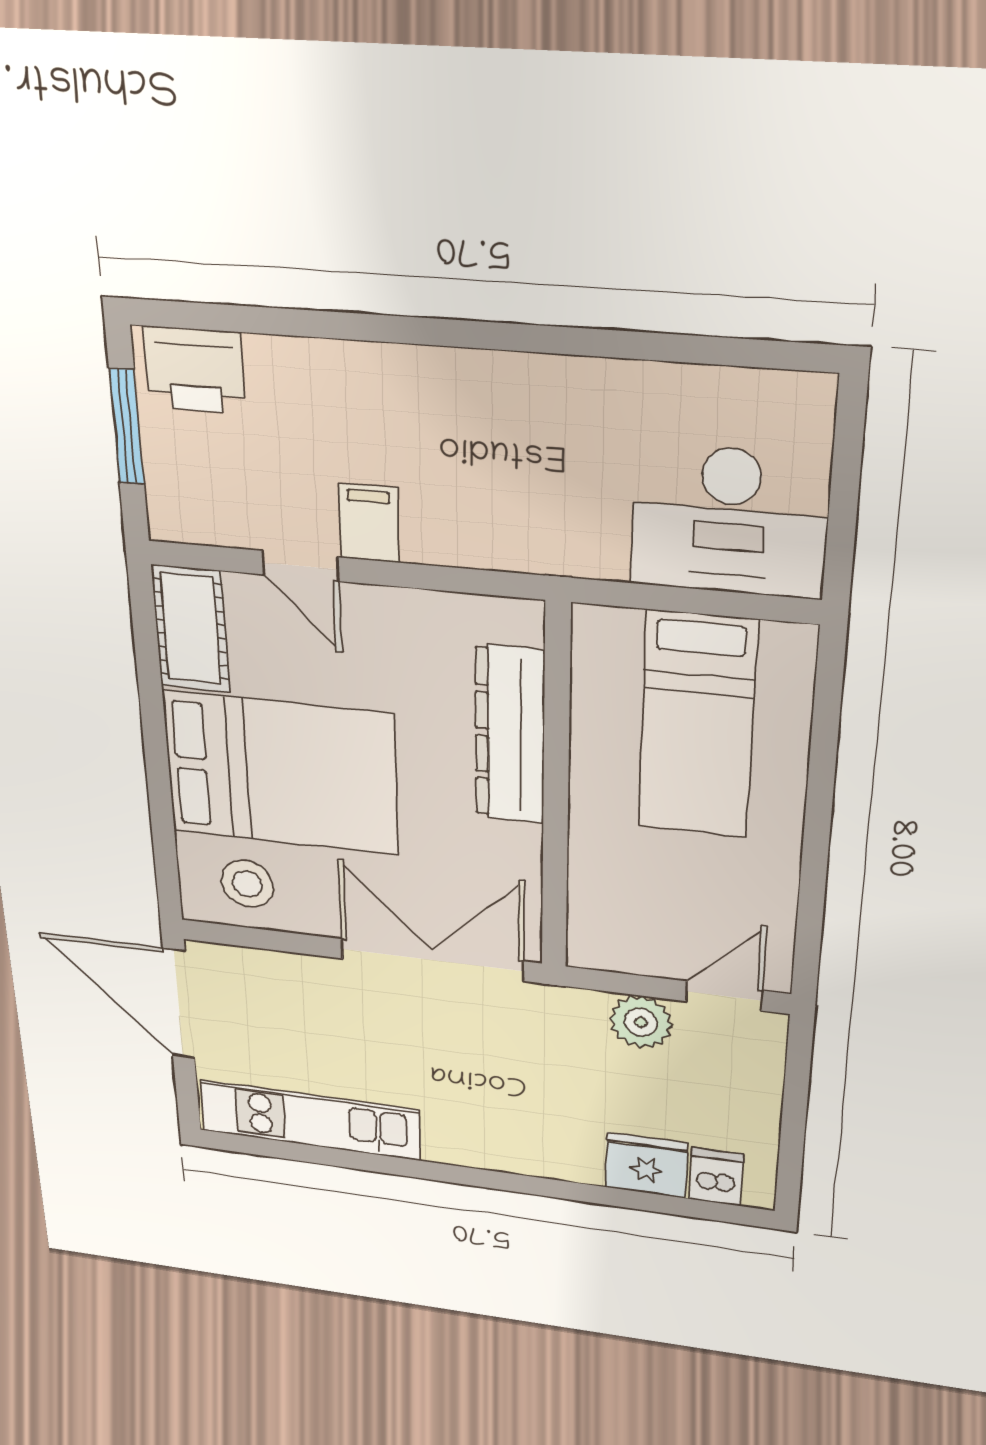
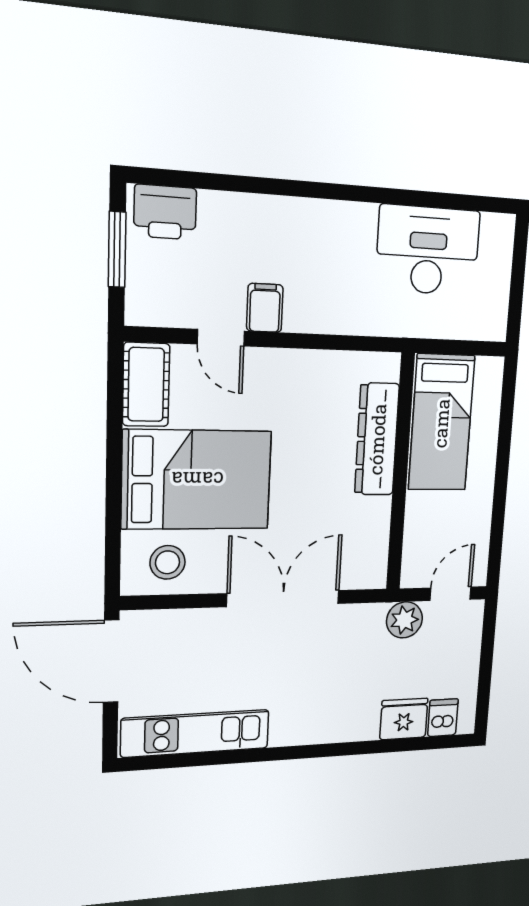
desk: (729, 521) -> (428, 250), moved, turned 180
dresser: (510, 735) -> (377, 439), moved
wall: (556, 792) -> (400, 473), moved

